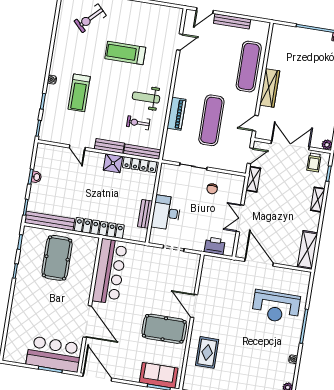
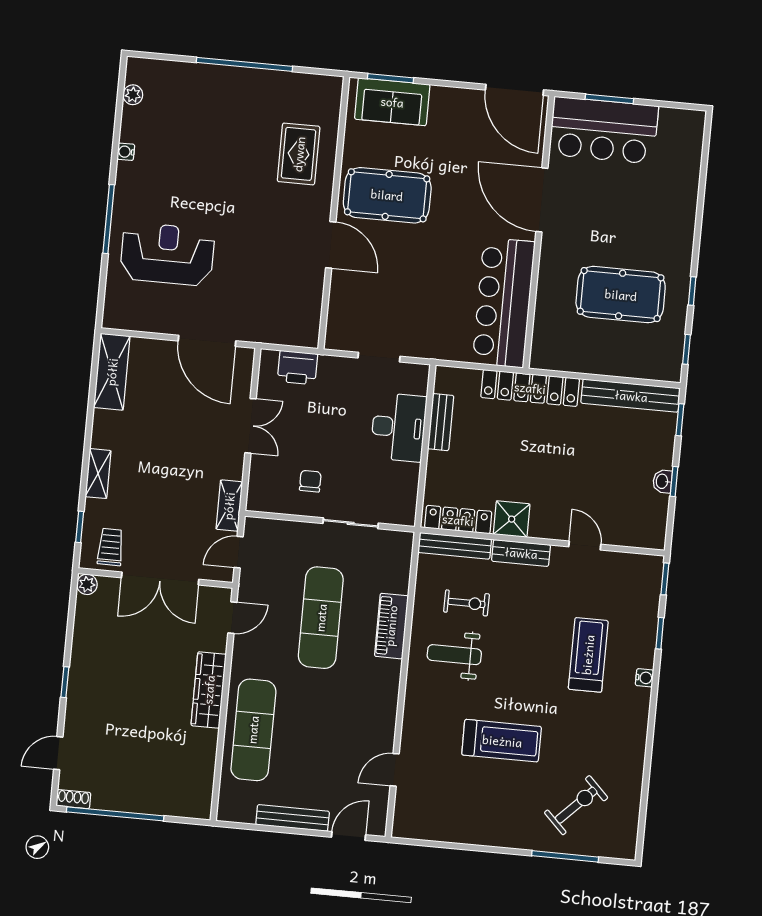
weight bench: (146, 97) -> (454, 655), turned 180
pool table: (57, 258) -> (621, 295), moved, turned 90

